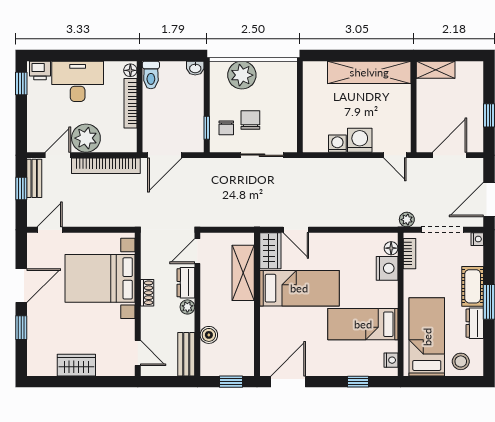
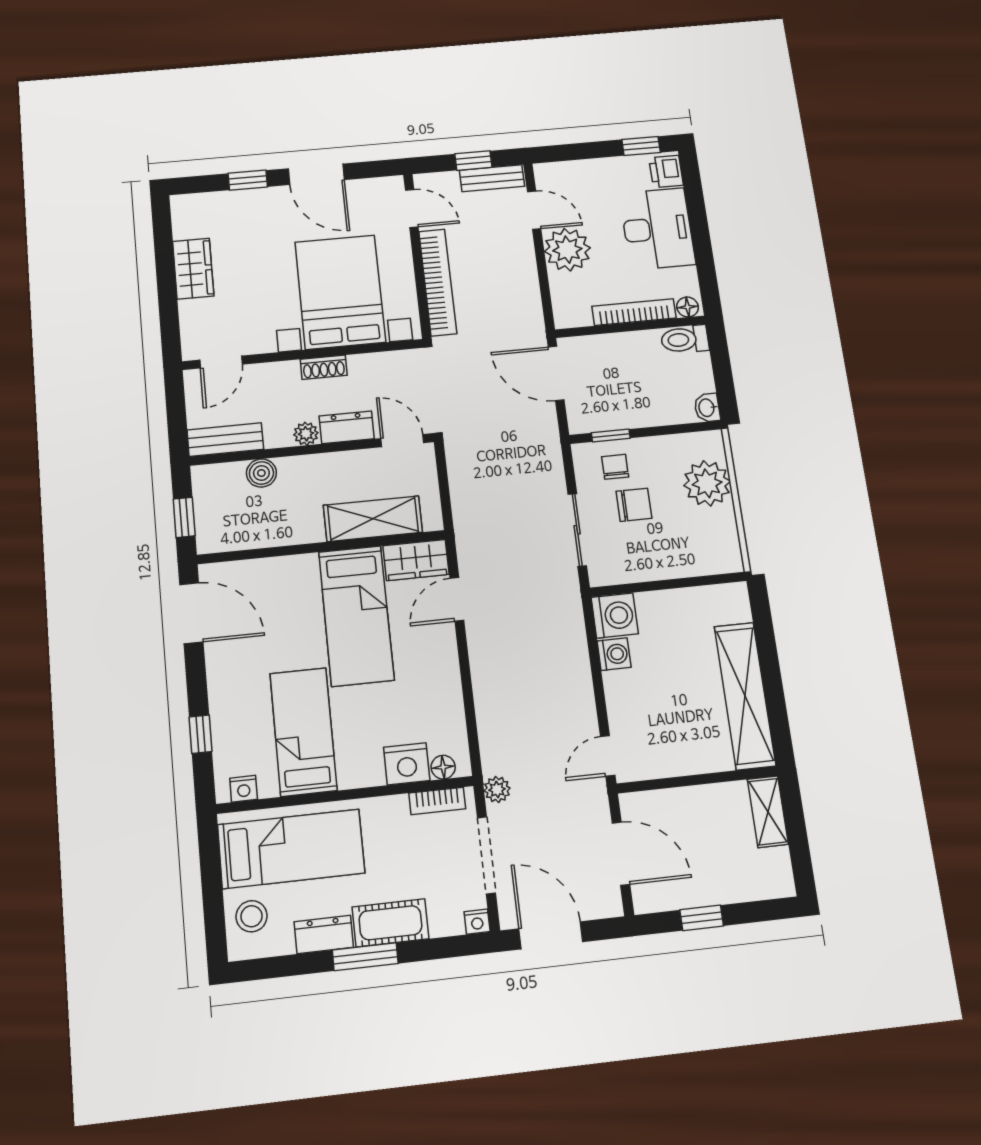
chair: (226, 128) -> (615, 467), turned 90
washing machine: (360, 140) -> (615, 616), moved
bookcase: (106, 166) -> (438, 282), moved, turned 180

